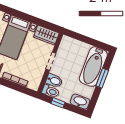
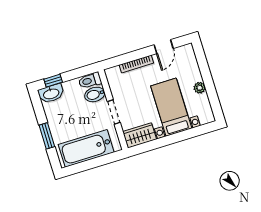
bathtub: (93, 67) -> (86, 148), moved, turned -90
window: (58, 103) -> (53, 81), moved

